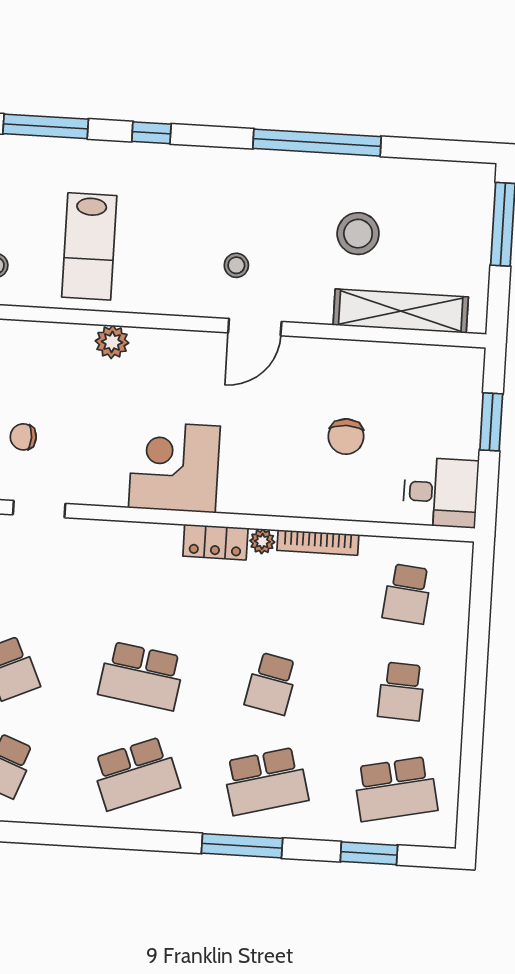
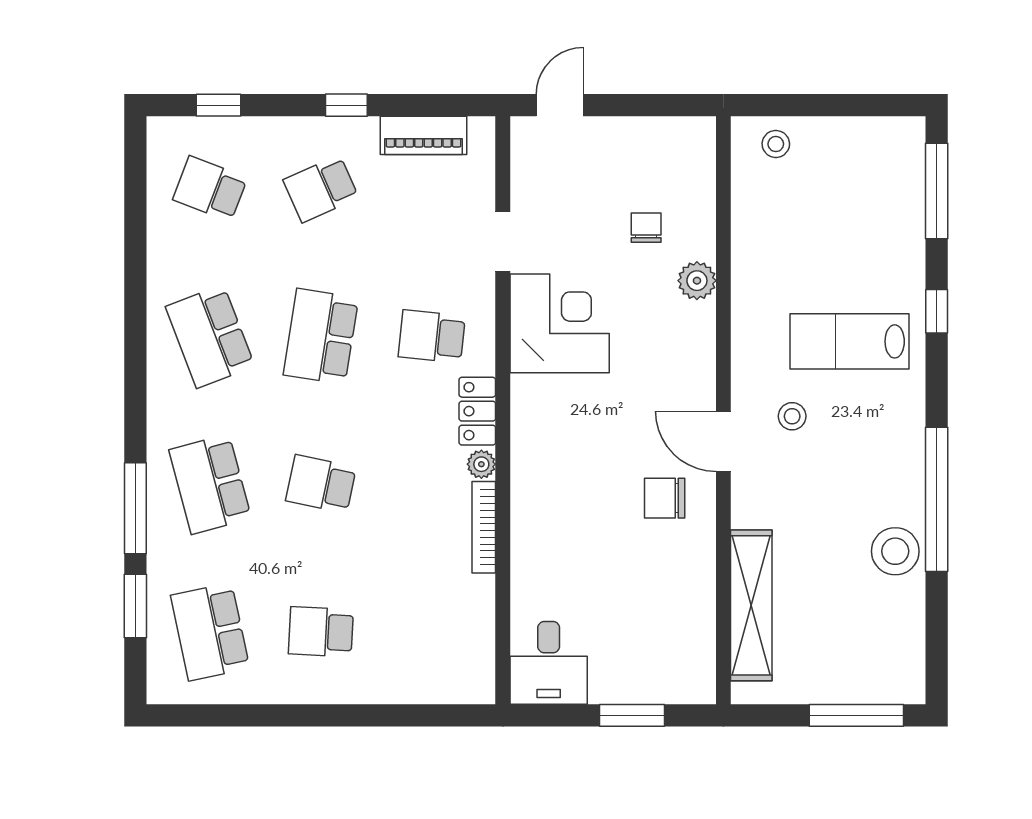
stool: (358, 234) -> (895, 551), moved
lab bench: (89, 246) -> (850, 341), moved
chair: (23, 437) -> (646, 228), moved
chair: (346, 437) -> (665, 498), moved
corner desk: (174, 467) -> (560, 323), moved
doorway: (39, 509) -> (503, 242), moved
school desk: (407, 594) -> (432, 336), moved
window: (242, 846) -> (135, 508), moved

